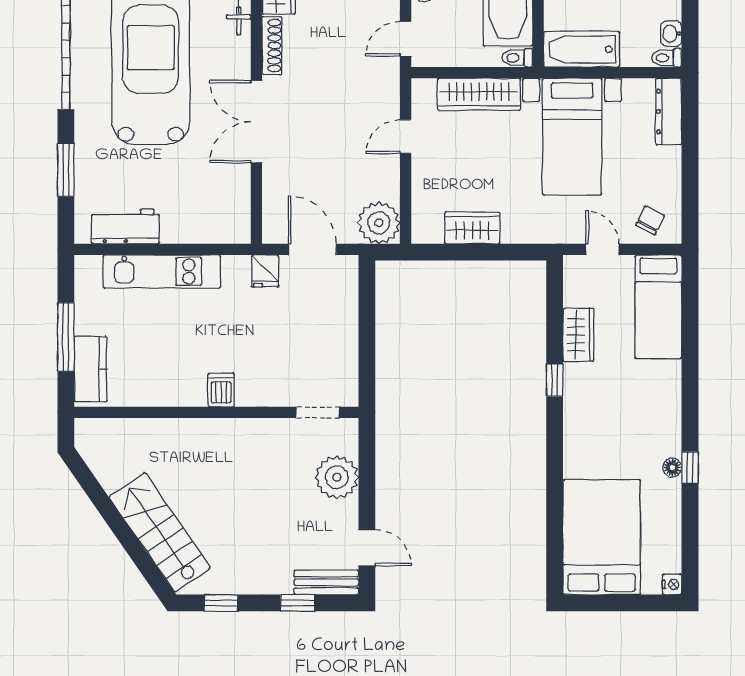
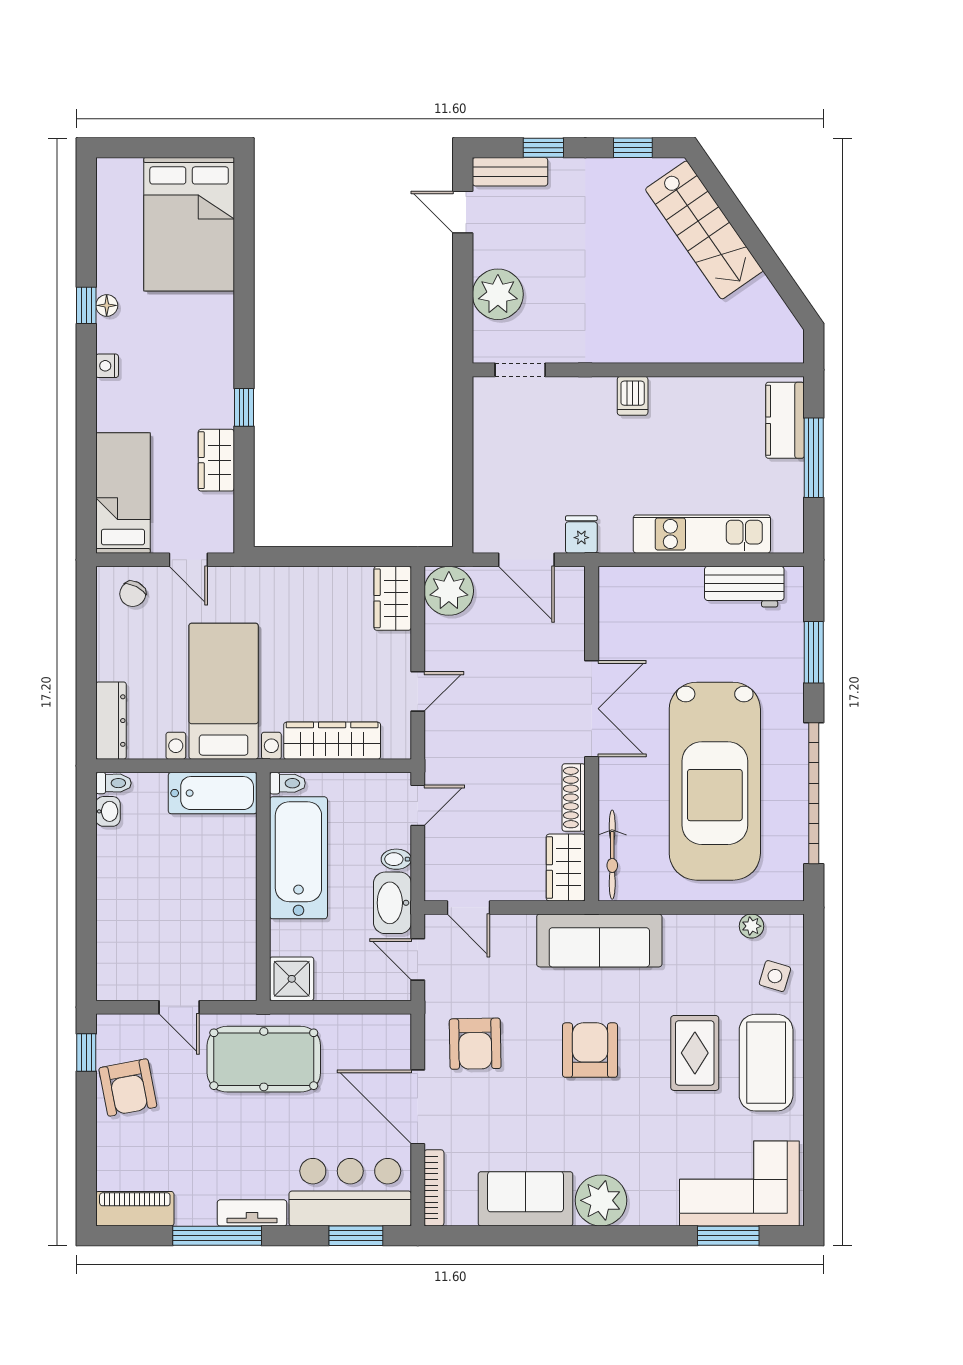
wardrobe: (472, 228) -> (393, 598), moved, turned 90
nightstand: (672, 584) -> (107, 366), moved

